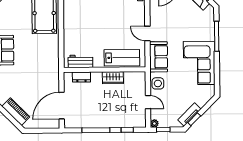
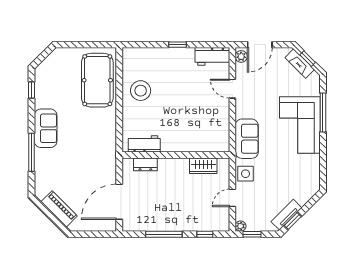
stool: (77, 21) -> (141, 91), added
door: (147, 33) -> (232, 89), moved
lab bench: (122, 58) -> (199, 140), removed
corner sofa: (199, 63) -> (300, 125), moved
wardrobe: (113, 78) -> (203, 166), moved
door: (148, 102) -> (232, 198), swing flipped

